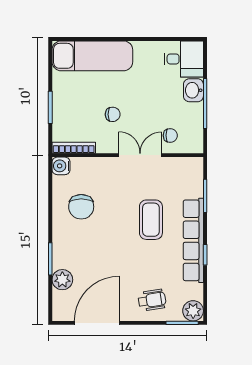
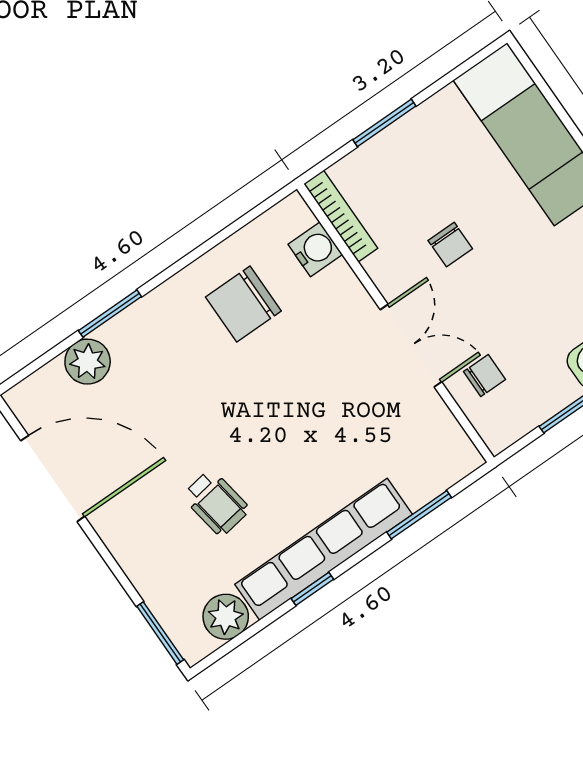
chair: (170, 135) -> (485, 376), turned -90
water cooler: (61, 166) -> (315, 249), moved, turned 90
coffee table: (151, 220) -> (308, 446), removed
wheelchair: (152, 300) -> (216, 503), moved
plant: (193, 311) -> (226, 617), moved

